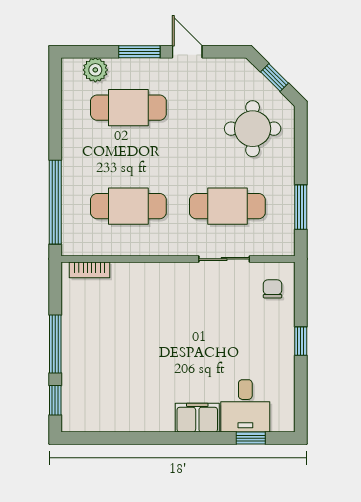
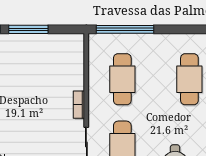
bookcase: (89, 270) -> (79, 105), moved

